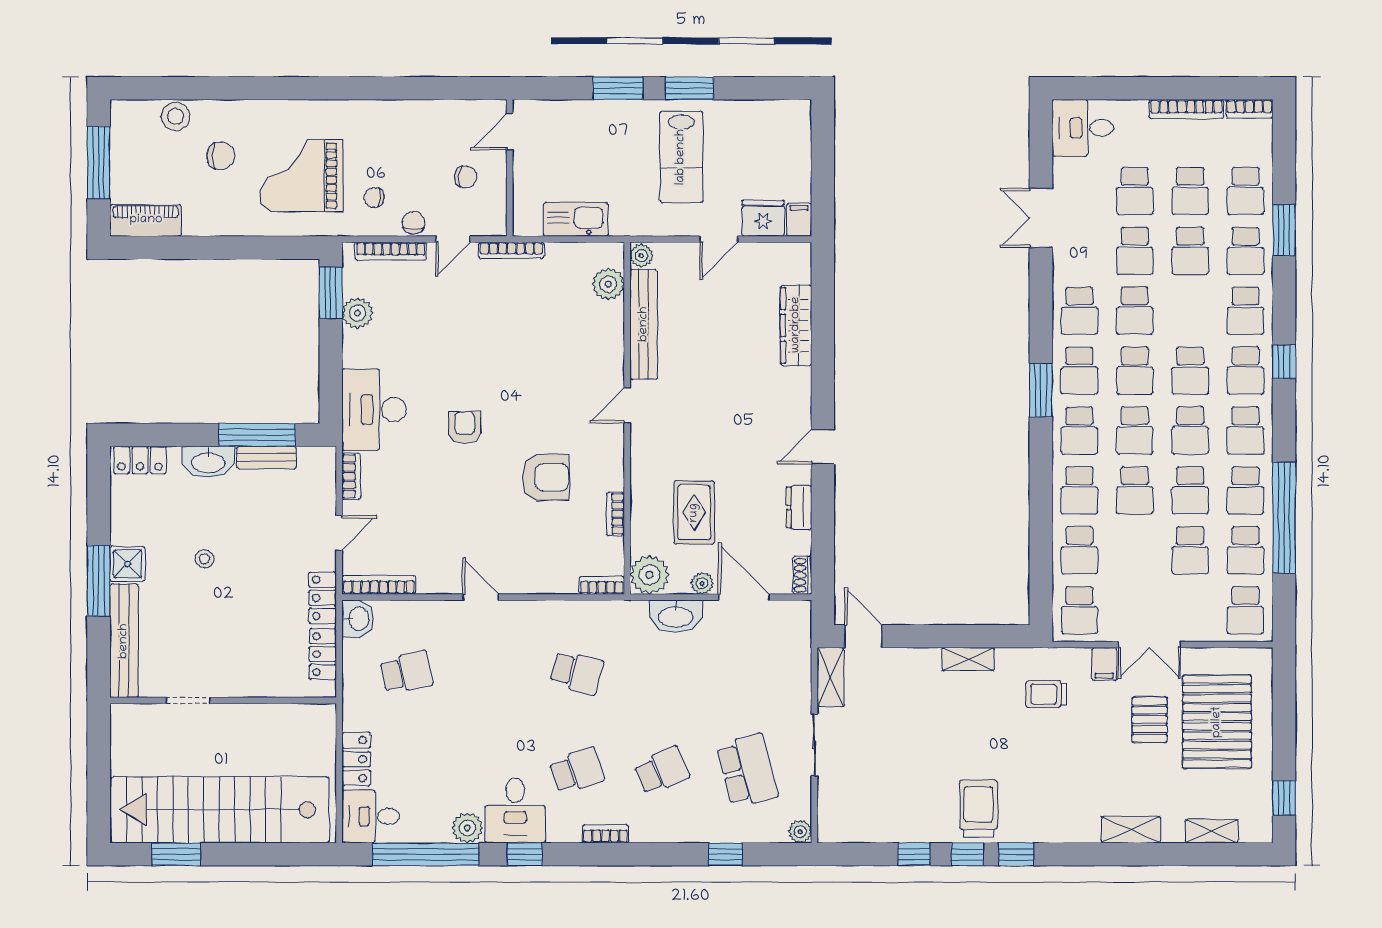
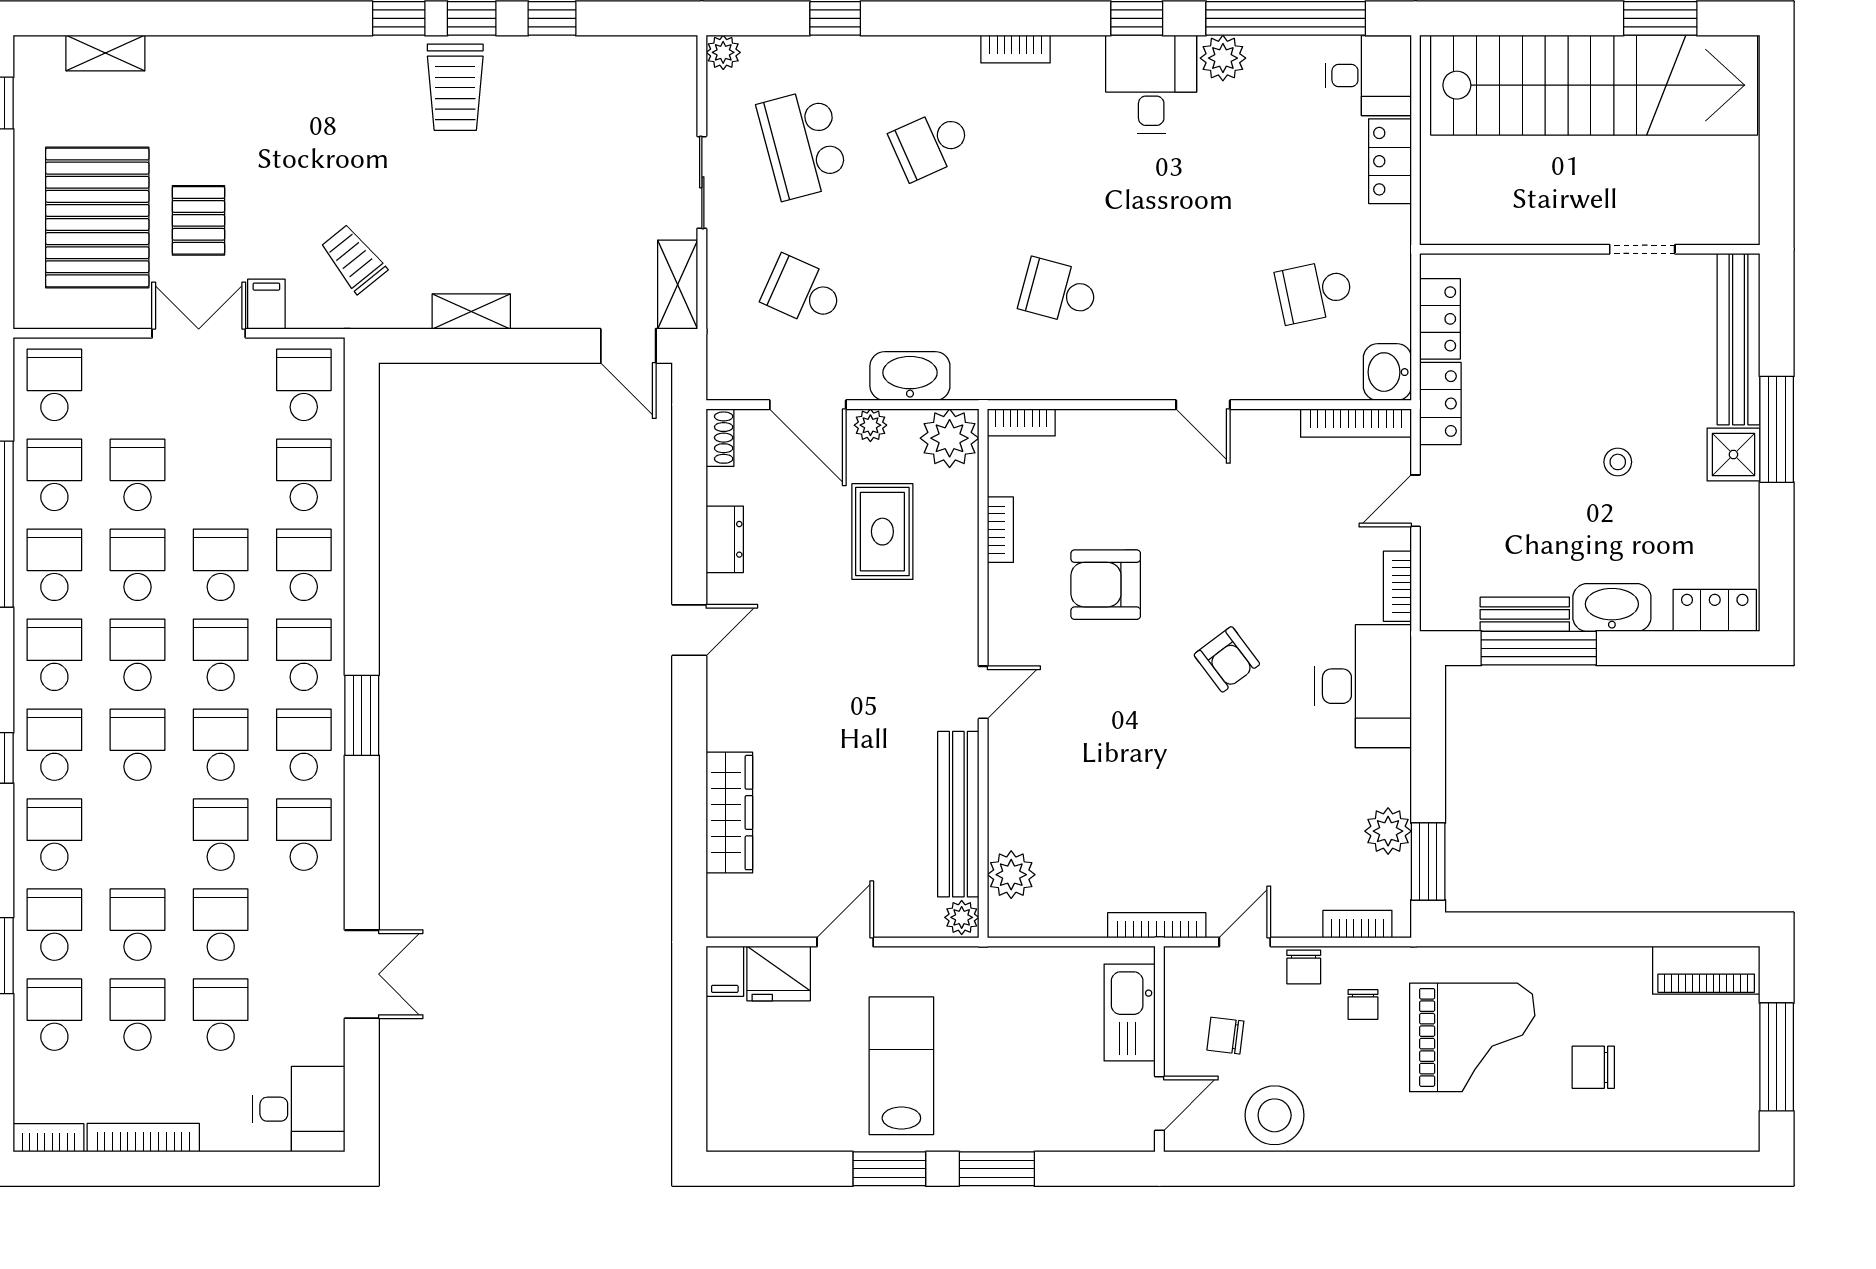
stool: (176, 116) -> (1275, 1115), moved, width x1.38, depth x1.38
chair: (374, 198) -> (1363, 1004), turned 90
kitchen sink: (576, 219) -> (1130, 1012), moved, turned 90
bookcase: (391, 251) -> (1357, 924), width x0.64
armchair: (465, 427) -> (1227, 659), turned -37
trolley: (1046, 694) -> (354, 259), turned -129
school desk: (577, 771) -> (803, 292), moved, turned 42
shelving: (1131, 830) -> (226, 55), removed

